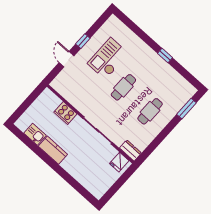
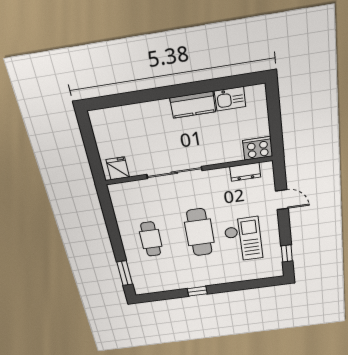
window: (83, 41) -> (287, 253), moved
cafe table: (123, 87) -> (199, 232), width x1.37, depth x1.35
cooker: (65, 113) -> (258, 148), moved
dresser: (130, 150) -> (245, 172), moved

